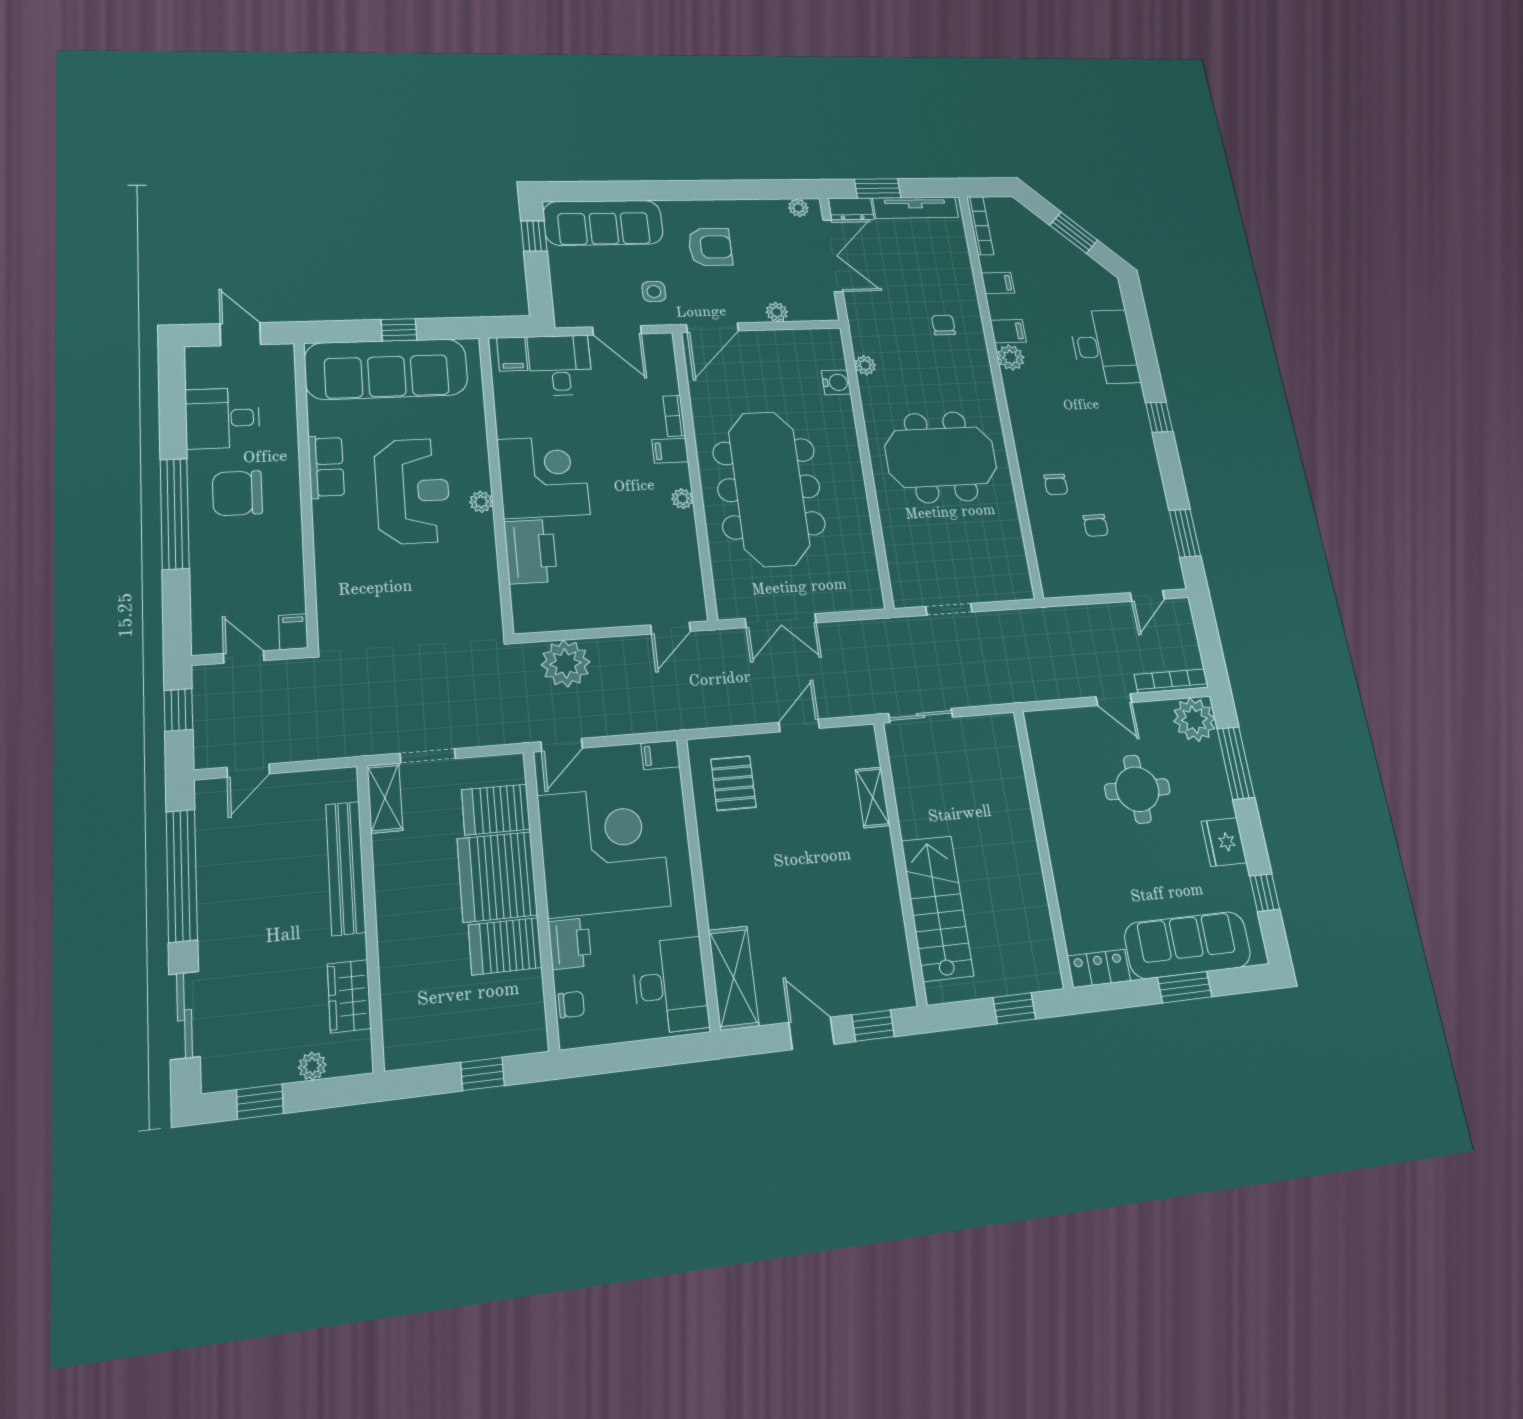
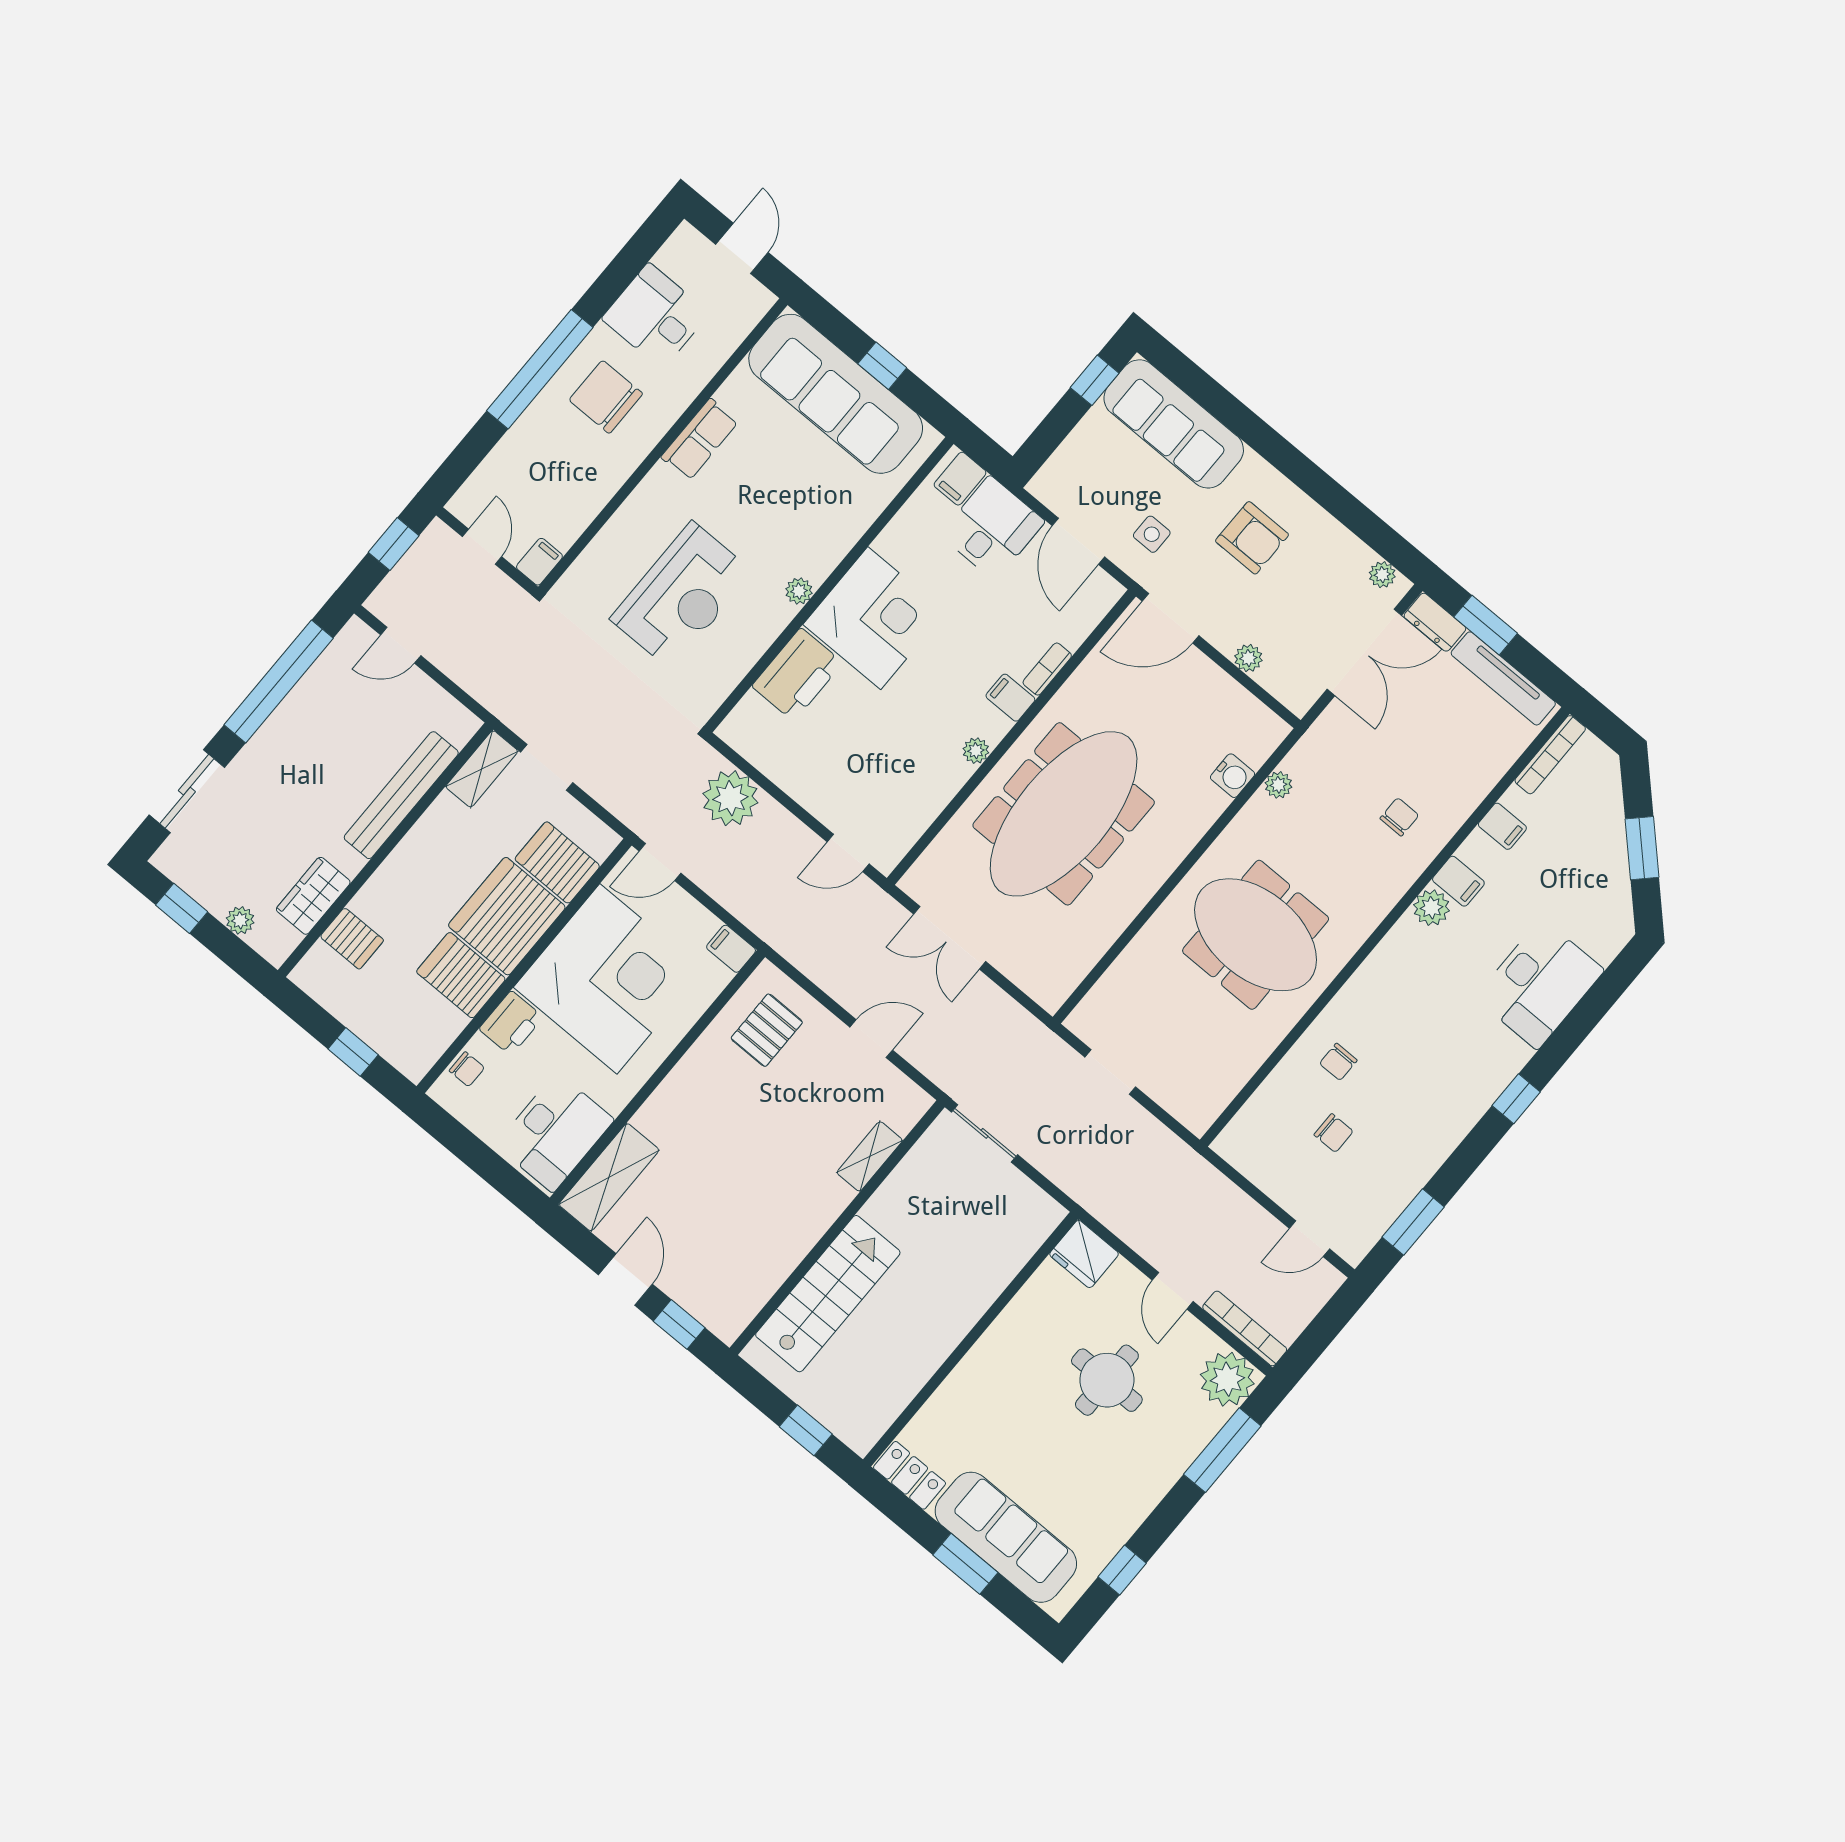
reception desk: (412, 491) -> (682, 595), moved
chair: (1096, 525) -> (1334, 1133), turned -90
fridge: (1224, 842) -> (1084, 1254), moved, turned -90
server rack: (405, 998) -> (352, 938), added

